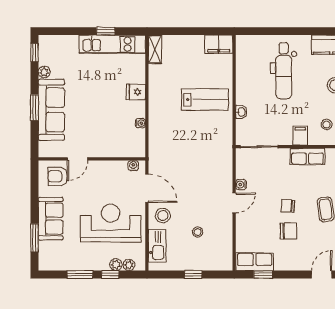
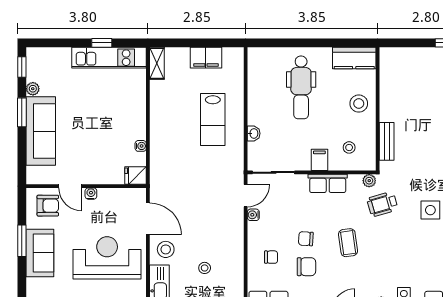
filing cabinet: (219, 44) -> (206, 58), moved
fridge: (136, 92) -> (136, 175), moved
lab bench: (205, 100) -> (213, 120), turned 90
window: (34, 108) -> (22, 112), moved
door: (78, 159) -> (70, 186), hinge flipped
water cooler: (133, 166) -> (91, 194), moved
armchair: (58, 176) -> (48, 206), turned 180
door: (234, 203) -> (246, 196), moved
chair: (257, 222) -> (271, 257), added
window: (34, 238) -> (22, 241), moved

